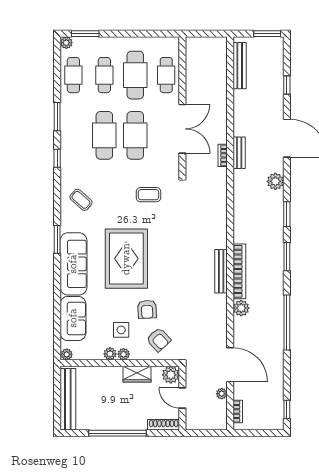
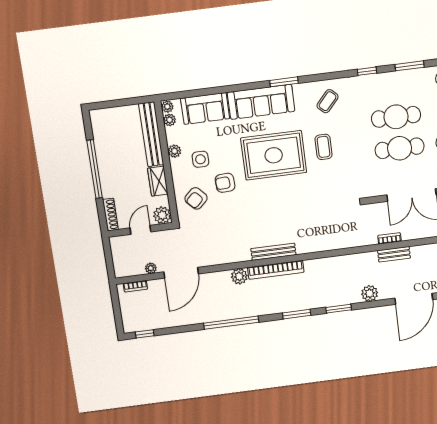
coffee table: (148, 195) -> (324, 147), moved
plant: (124, 354) -> (170, 120), moved
bench: (68, 399) -> (151, 134), moved, turned 90

